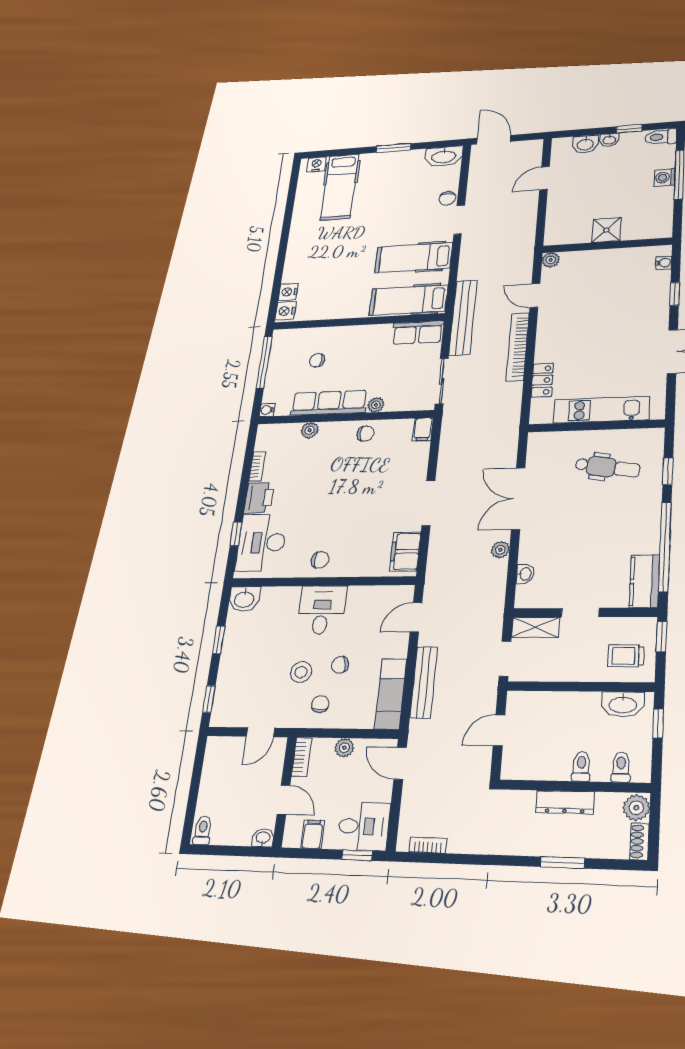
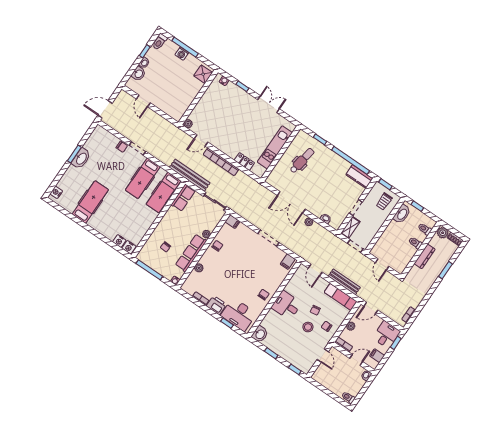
washbasin: (444, 156) -> (81, 159), moved
hospital bed: (340, 187) -> (90, 202), moved, turned -90
shower: (606, 230) -> (203, 74), moved
filing cabinet: (405, 552) -> (288, 262), width x0.50

